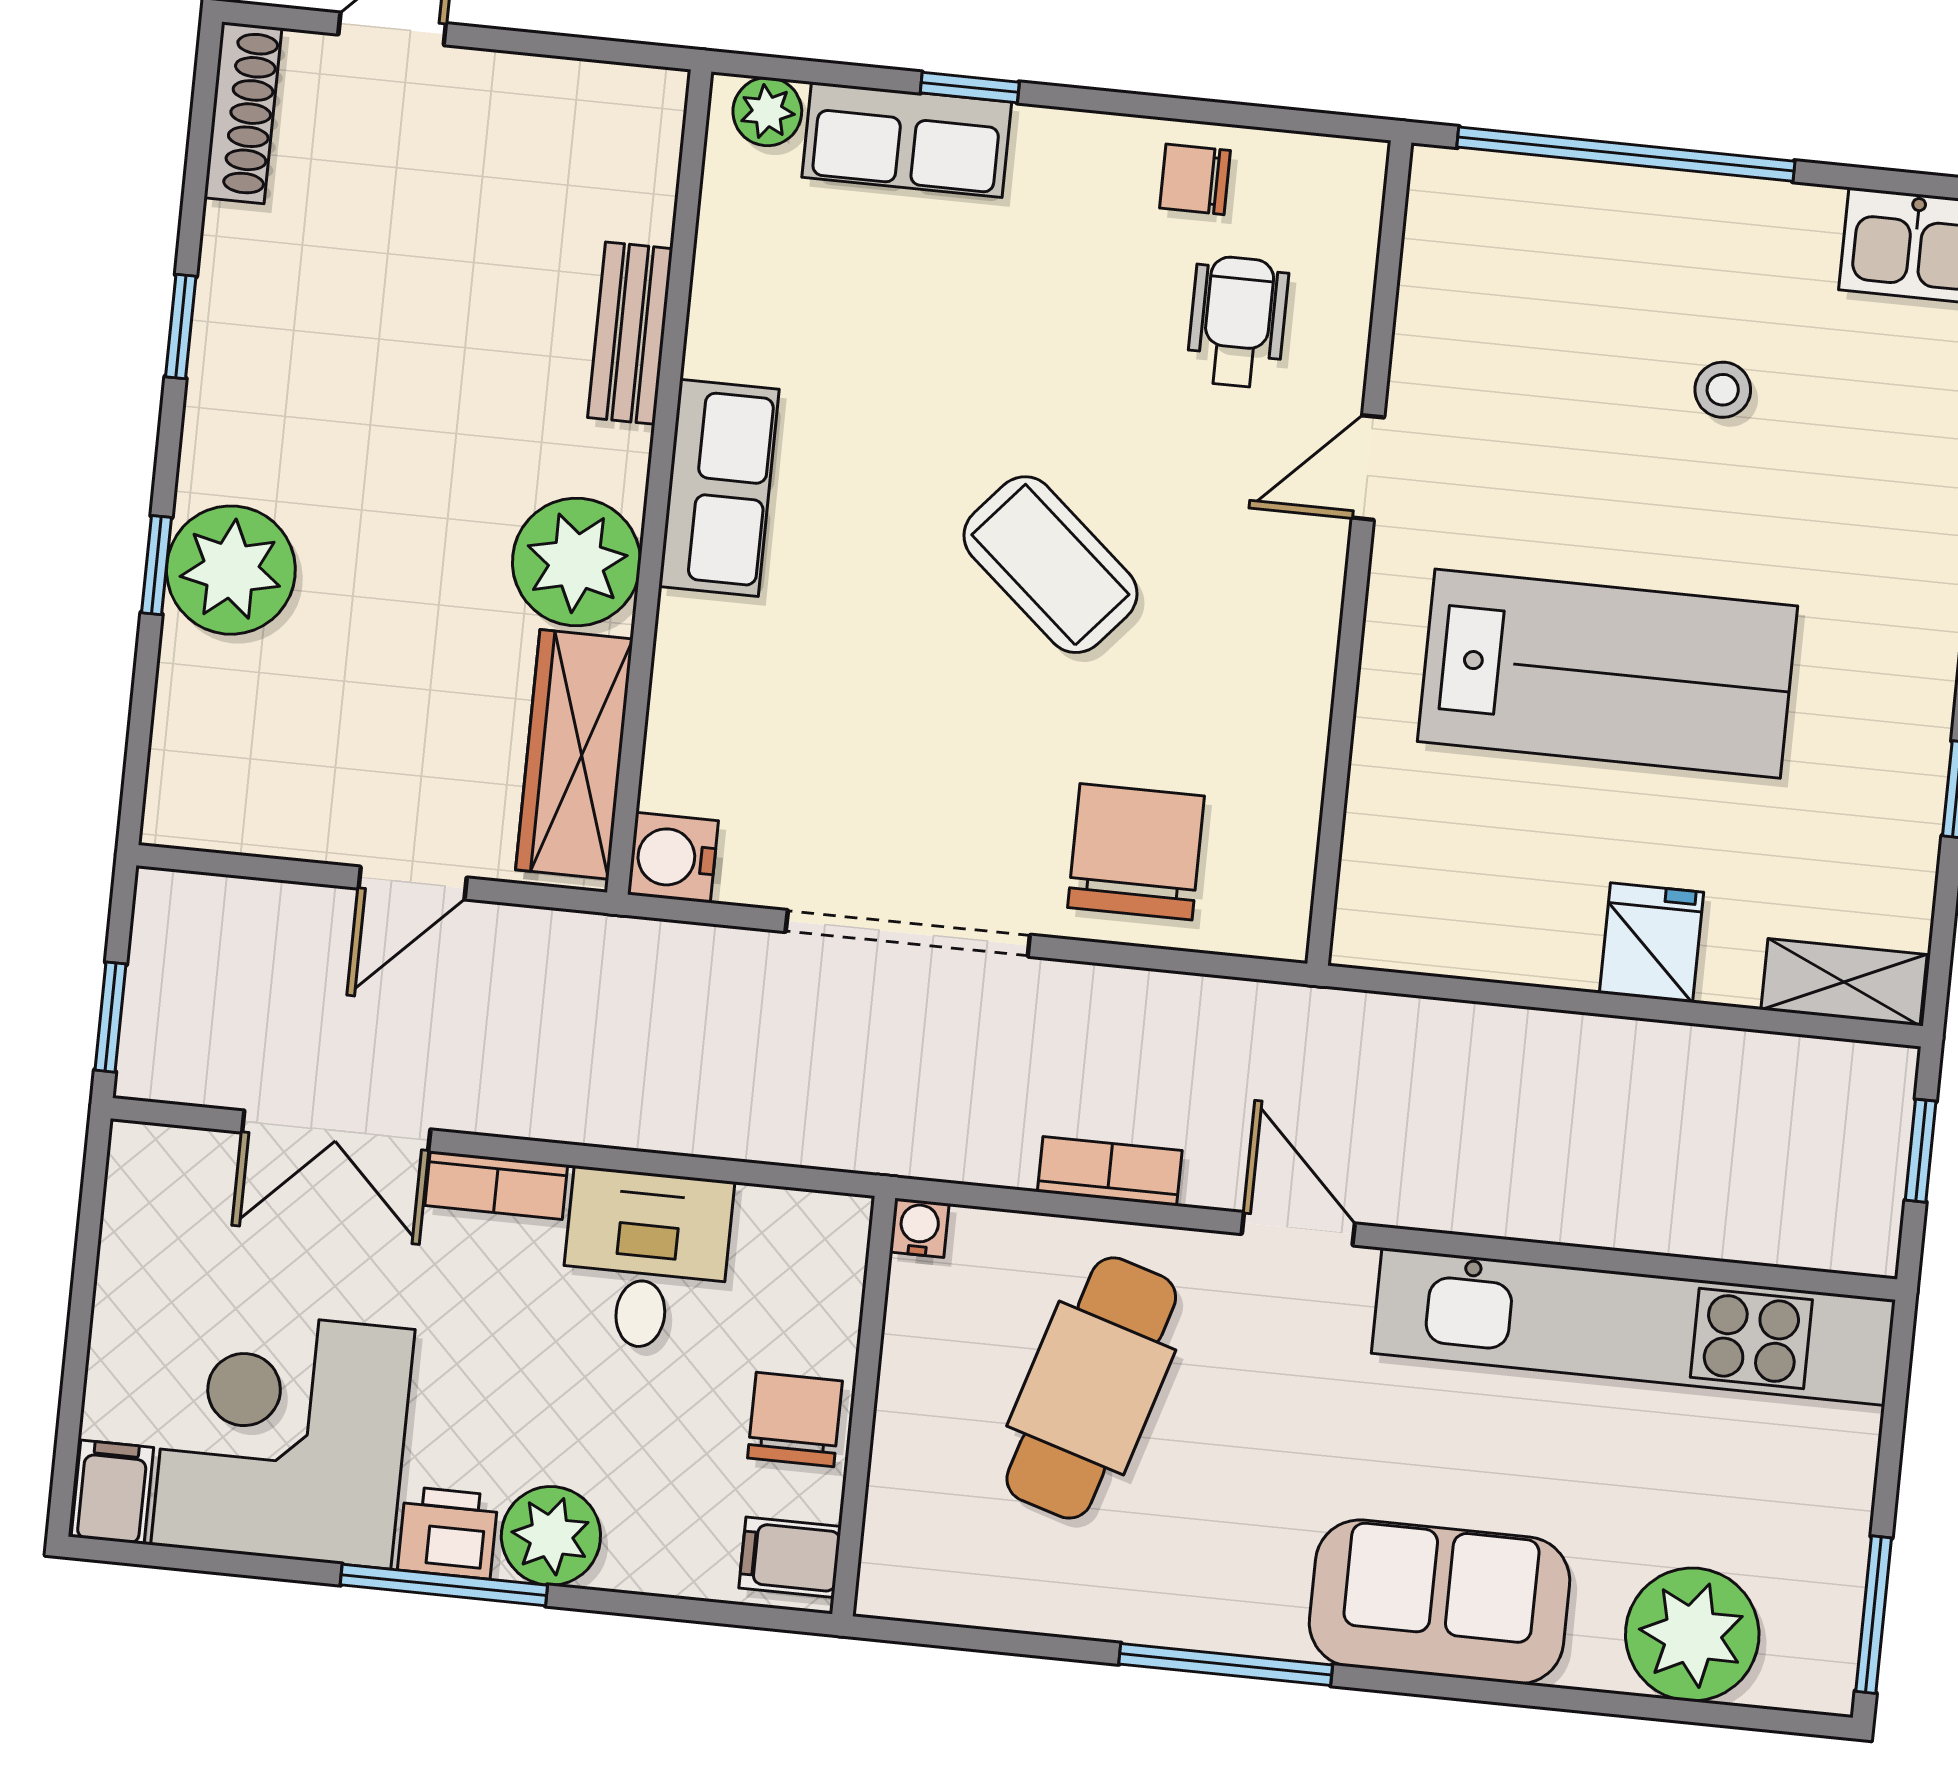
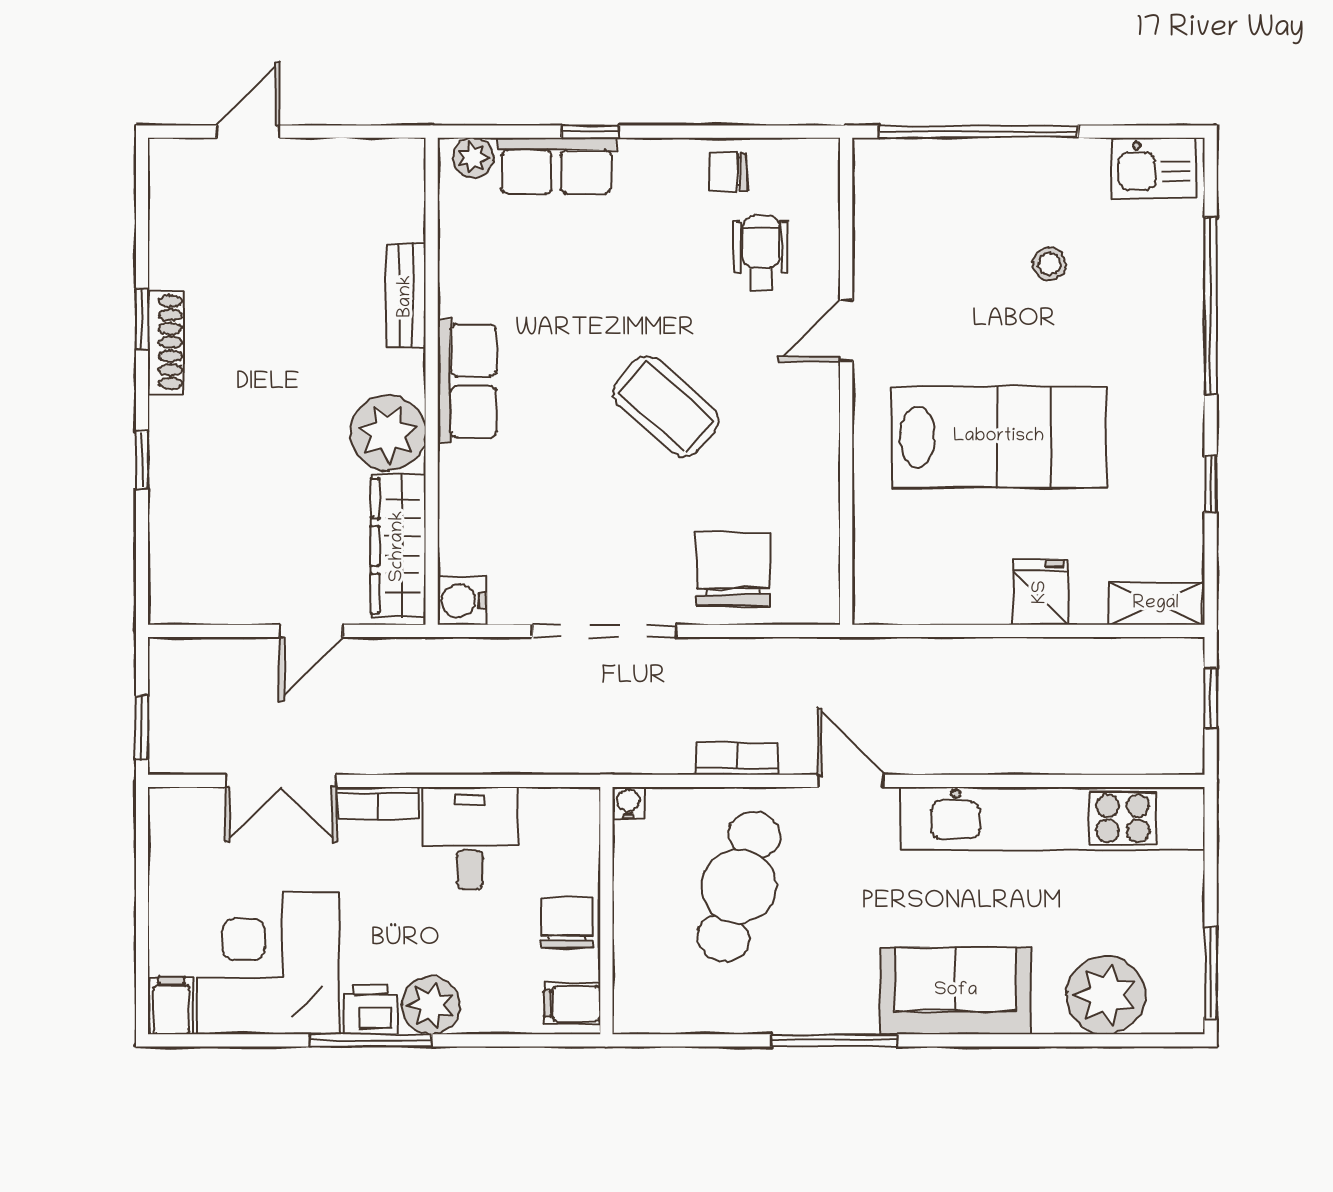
shoe rack: (243, 113) -> (166, 342), moved
plant: (231, 570) -> (186, 458), removed

